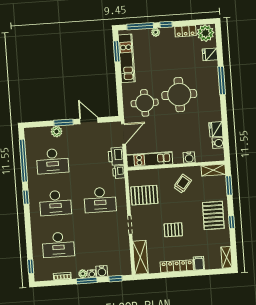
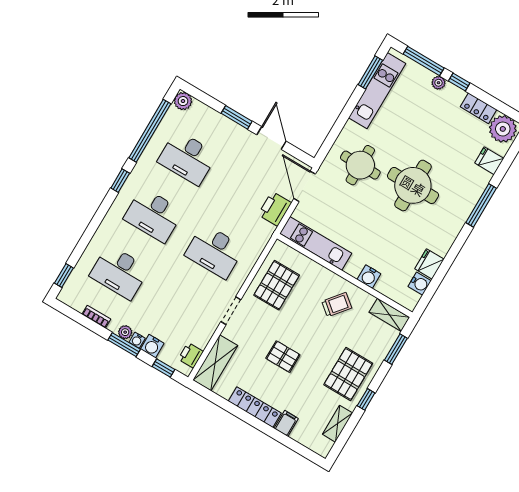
plant: (57, 131) -> (183, 101), moved
door: (123, 134) -> (305, 186), swing flipped
printer: (119, 172) -> (191, 355), moved
pallet: (144, 195) -> (277, 285), turned 90
shelving: (226, 257) -> (338, 424), moved

